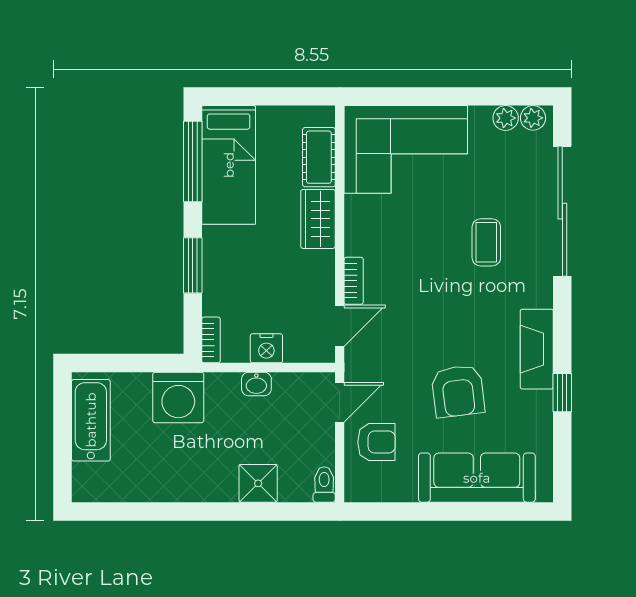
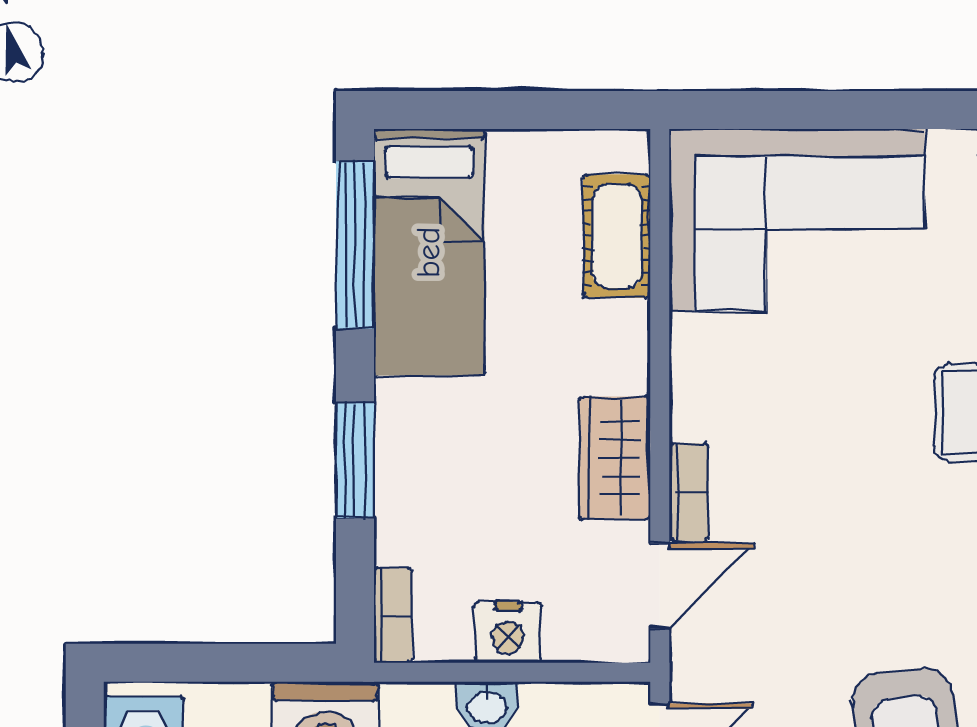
wardrobe: (318, 219) -> (615, 458), moved

